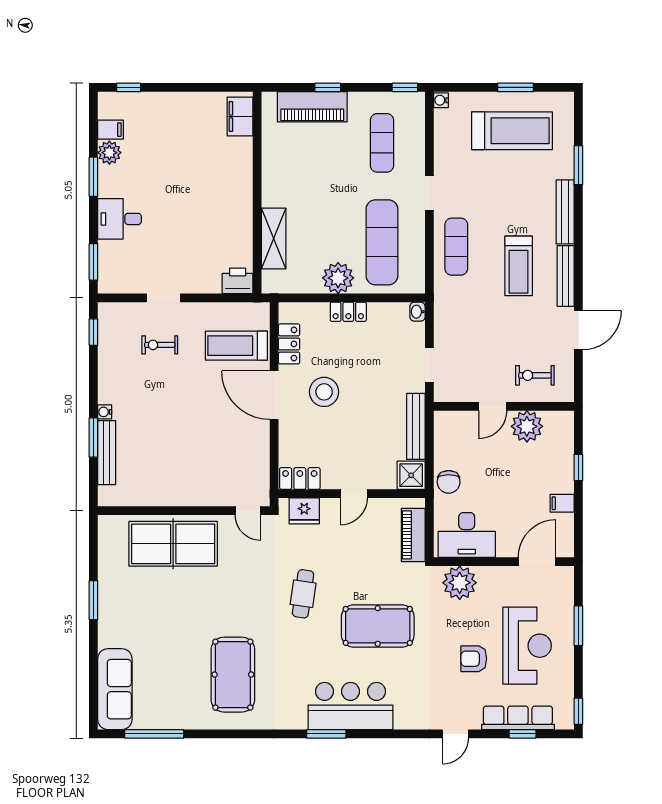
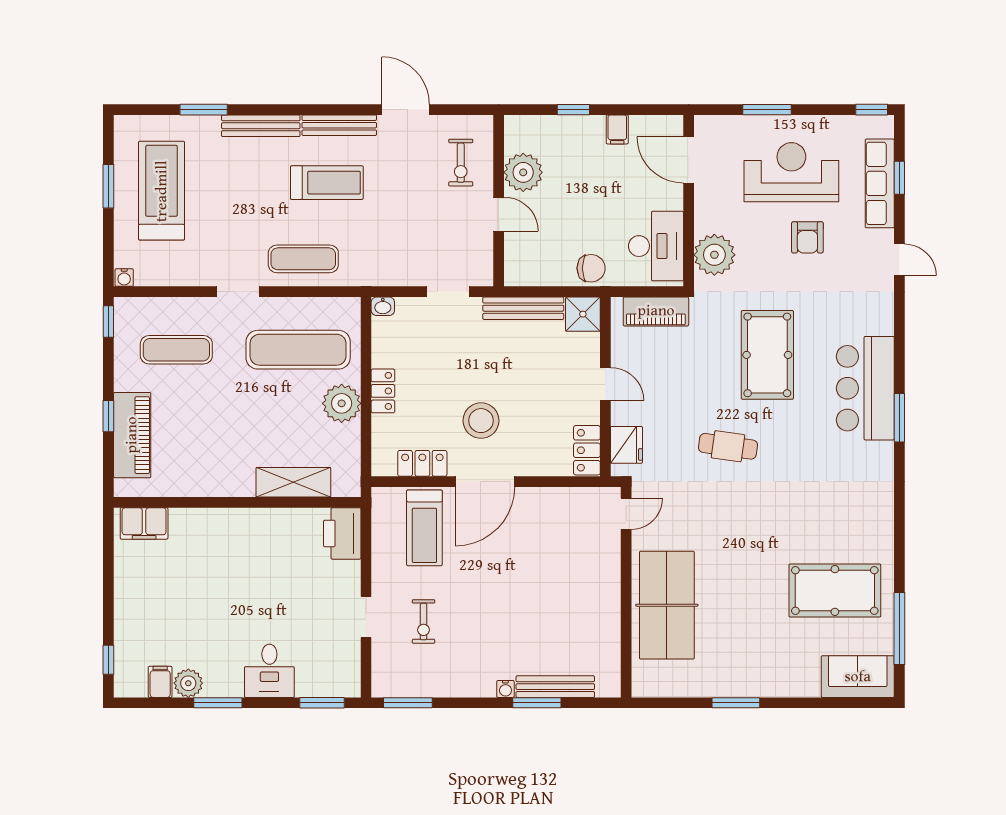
printer: (238, 281) -> (342, 533), width x1.37, depth x1.19
window: (93, 332) -> (408, 703), width x1.50
pool table: (233, 675) -> (835, 590), moved
sofa: (115, 689) -> (858, 677), width x0.73

